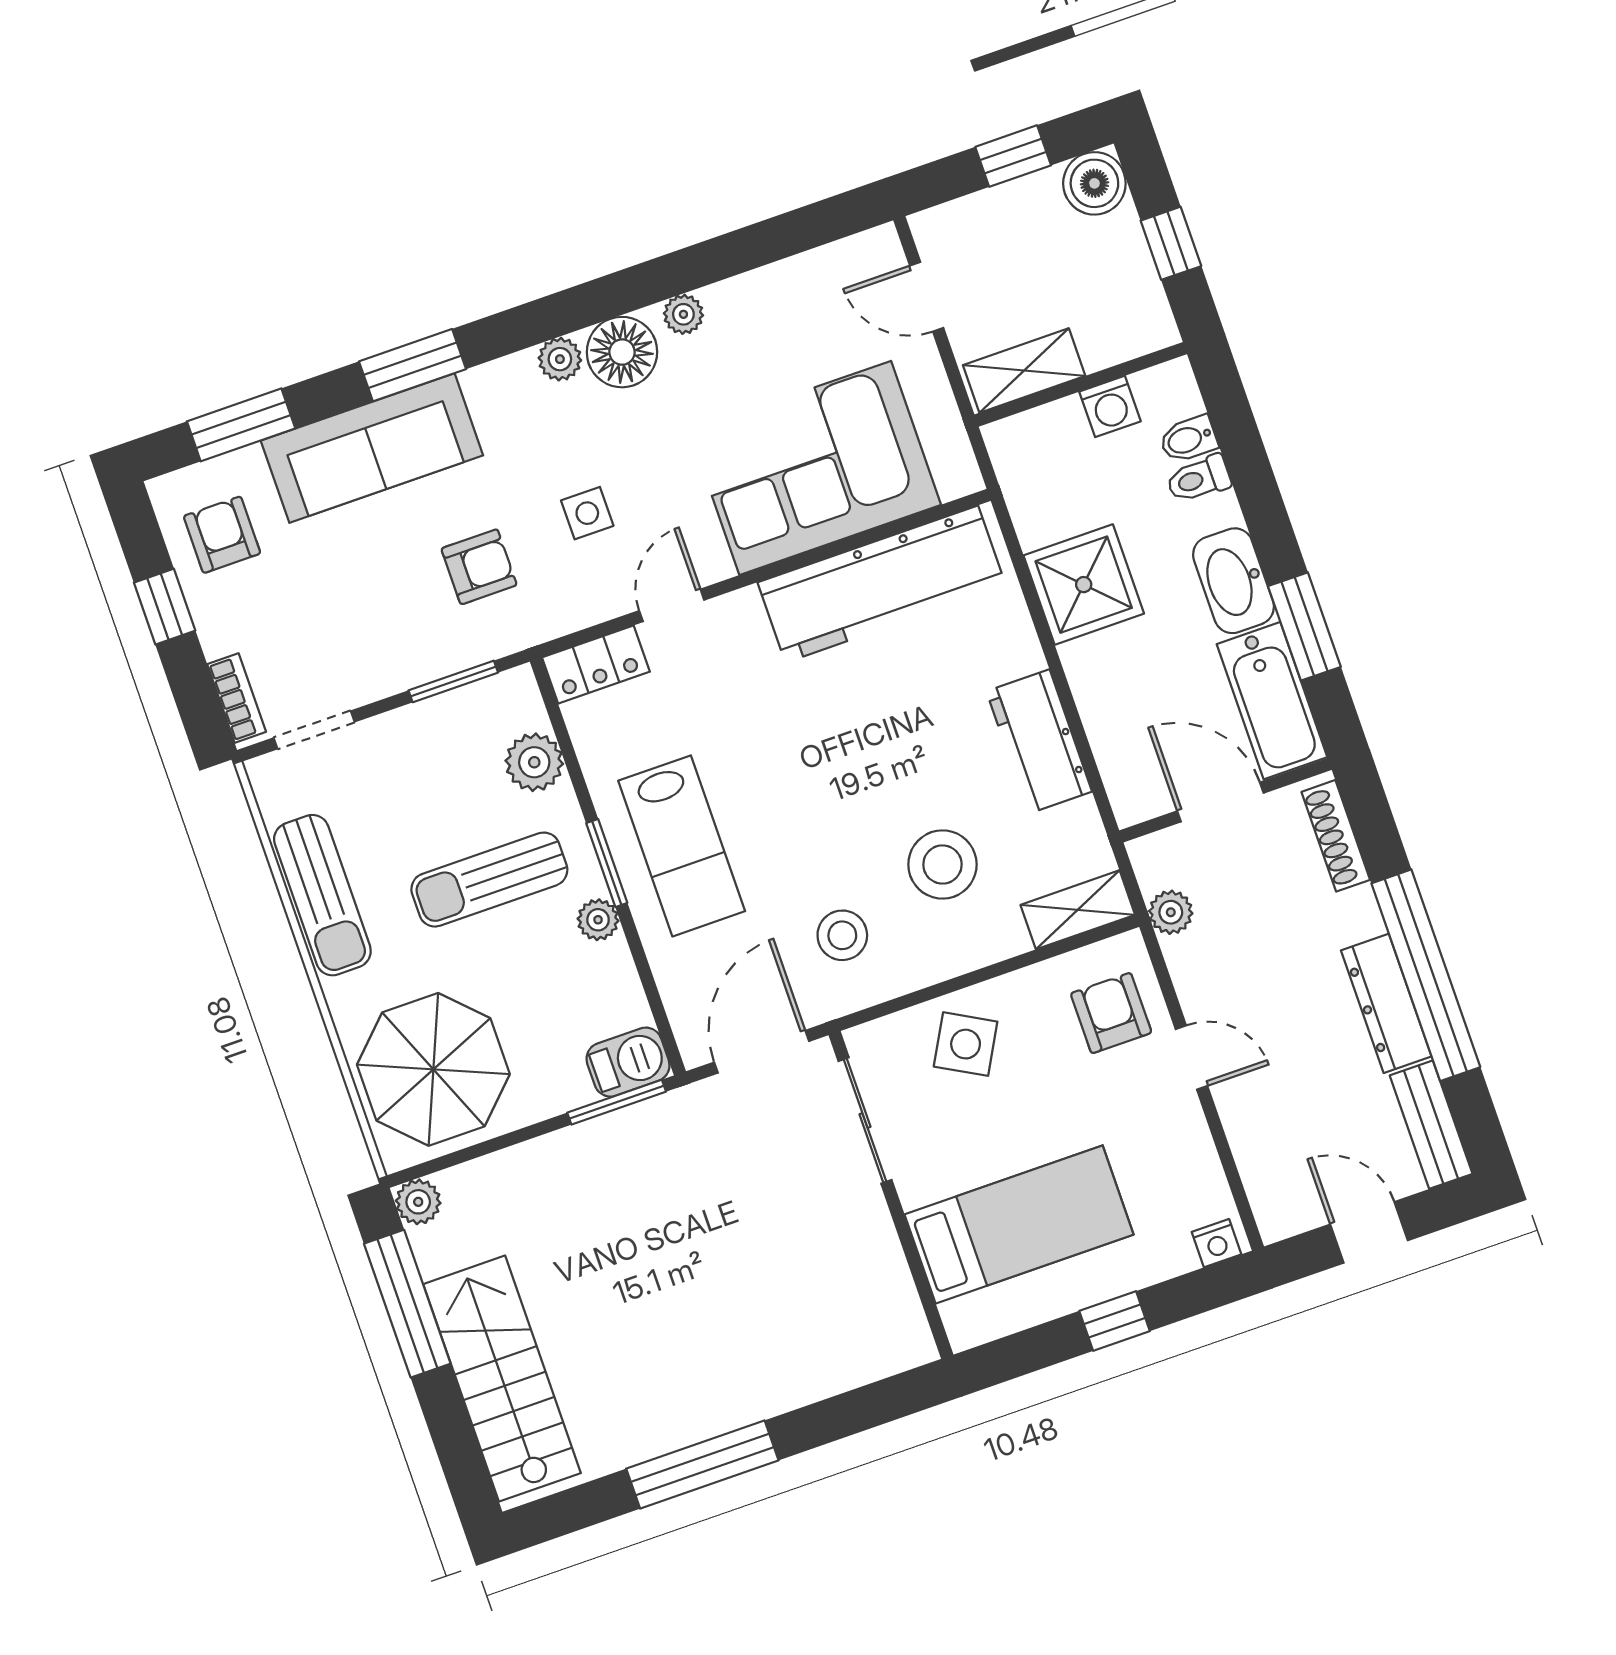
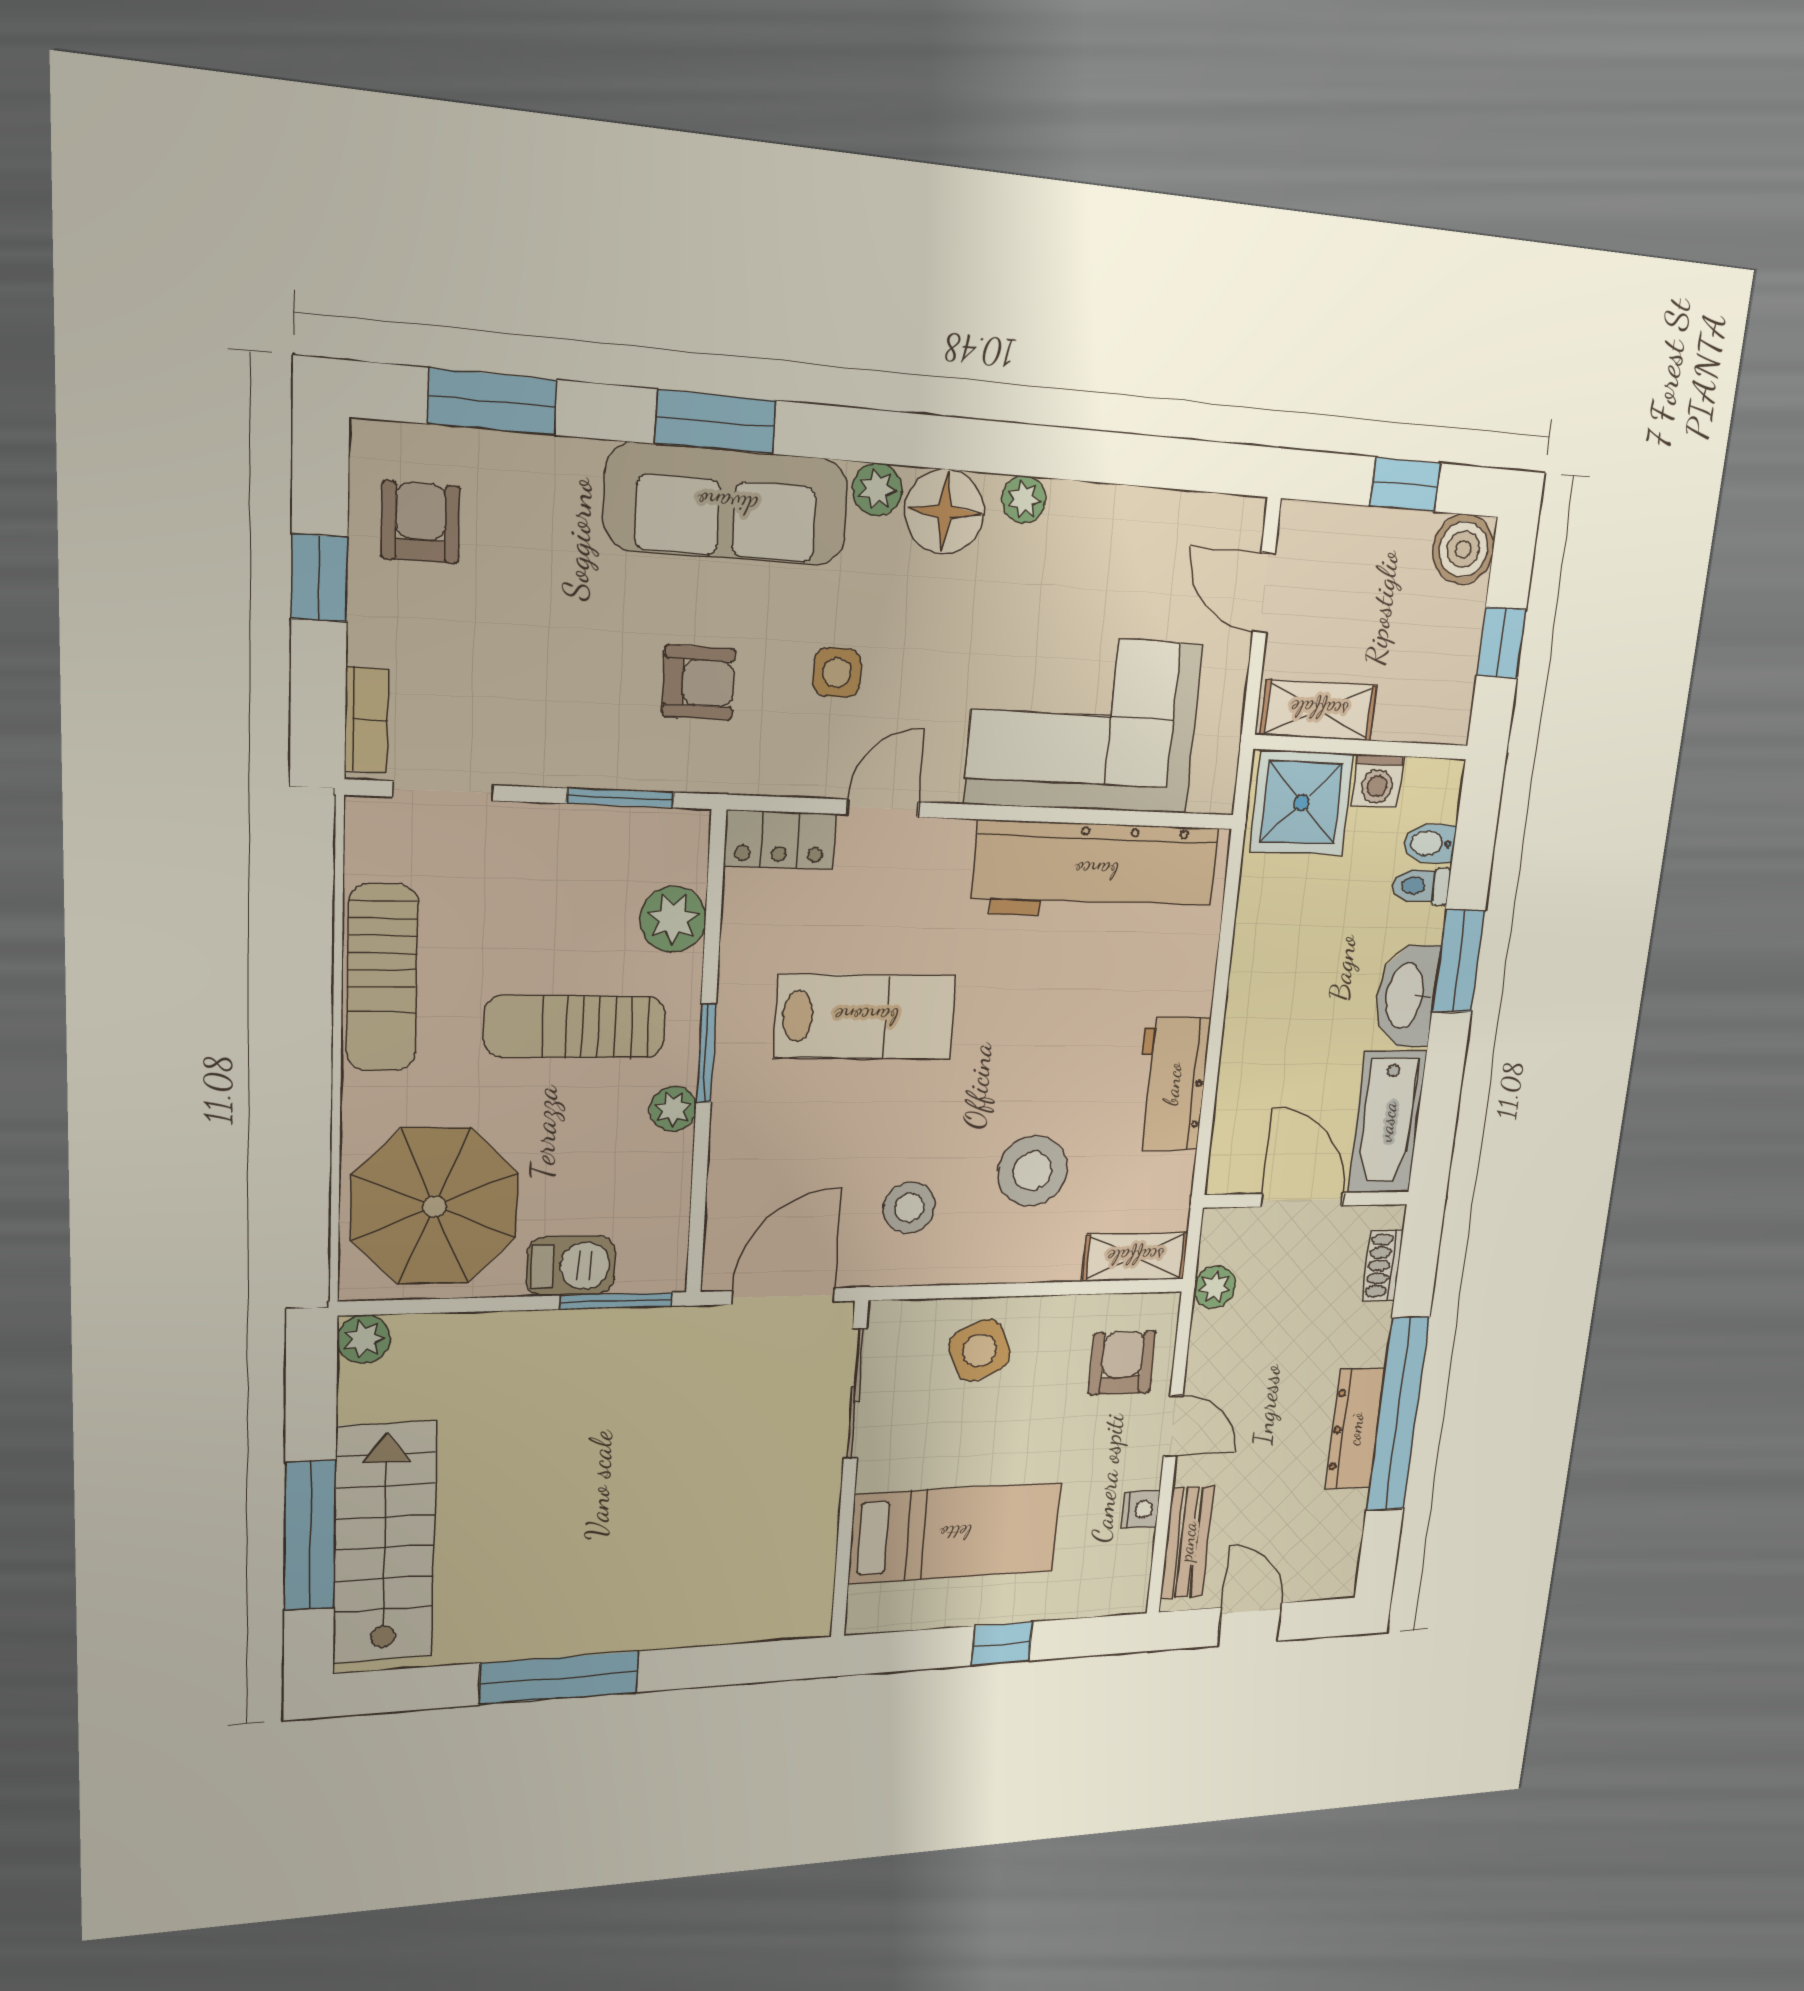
sofa: (372, 448) -> (727, 504), moved
shower: (1084, 585) -> (1301, 803), moved
window: (1304, 626) -> (1459, 961), moved
shoe rack: (1336, 836) -> (1383, 1265), width x0.70
lab bench: (682, 846) -> (866, 1017), moved, turned -90
side table: (966, 1044) -> (980, 1350), turned 38
barbecue: (628, 1062) -> (571, 1266), moved
bench: (1431, 1125) -> (1187, 1542), moved
nightstand: (1217, 1243) -> (1141, 1509), moved, turned -90
window: (407, 1304) -> (310, 1536), moved

